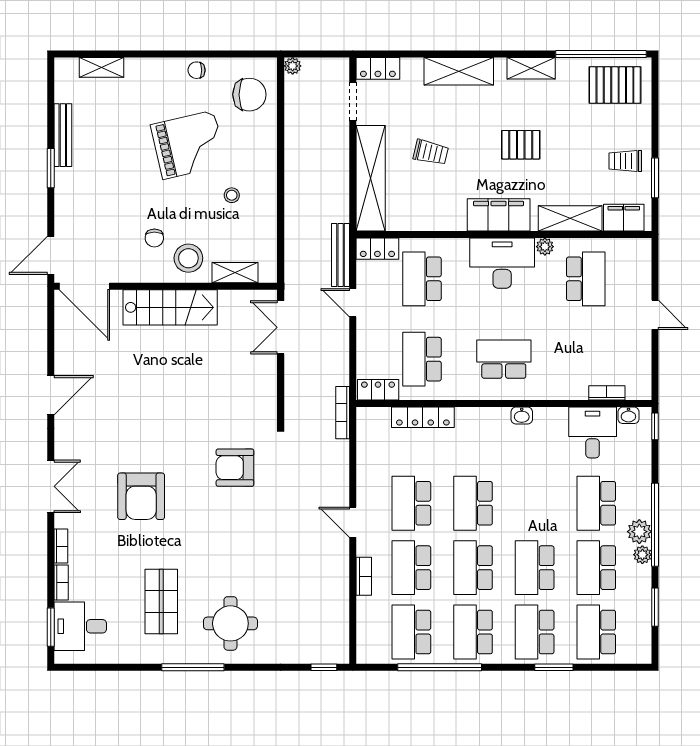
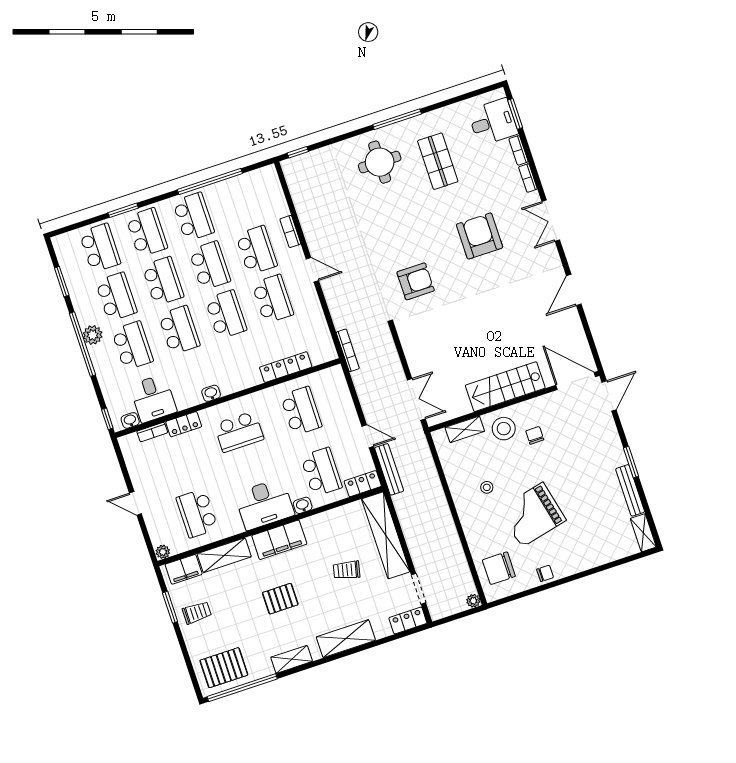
shelving: (101, 67) -> (643, 533), moved, turned 90
washbasin: (457, 247) -> (303, 505), added
plant: (545, 247) -> (163, 552), moved
locker: (378, 390) -> (184, 424), moved
plant: (642, 555) -> (84, 318), removed
school desk: (411, 632) -> (179, 330), moved

